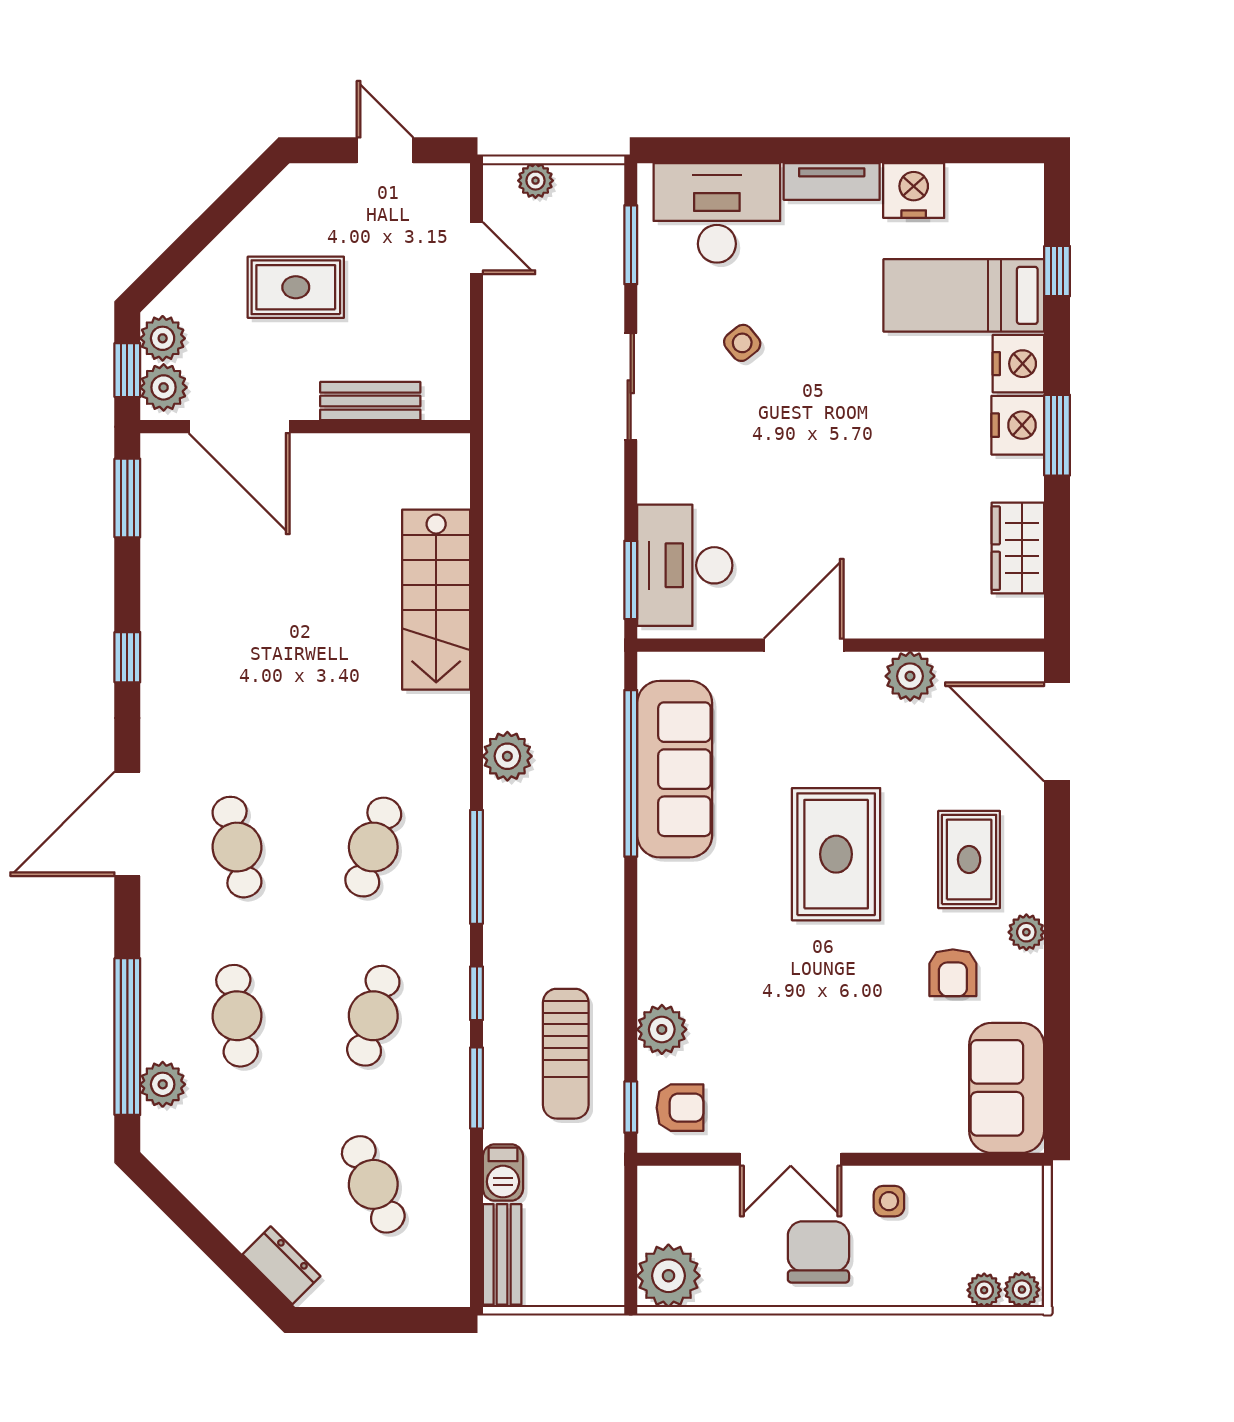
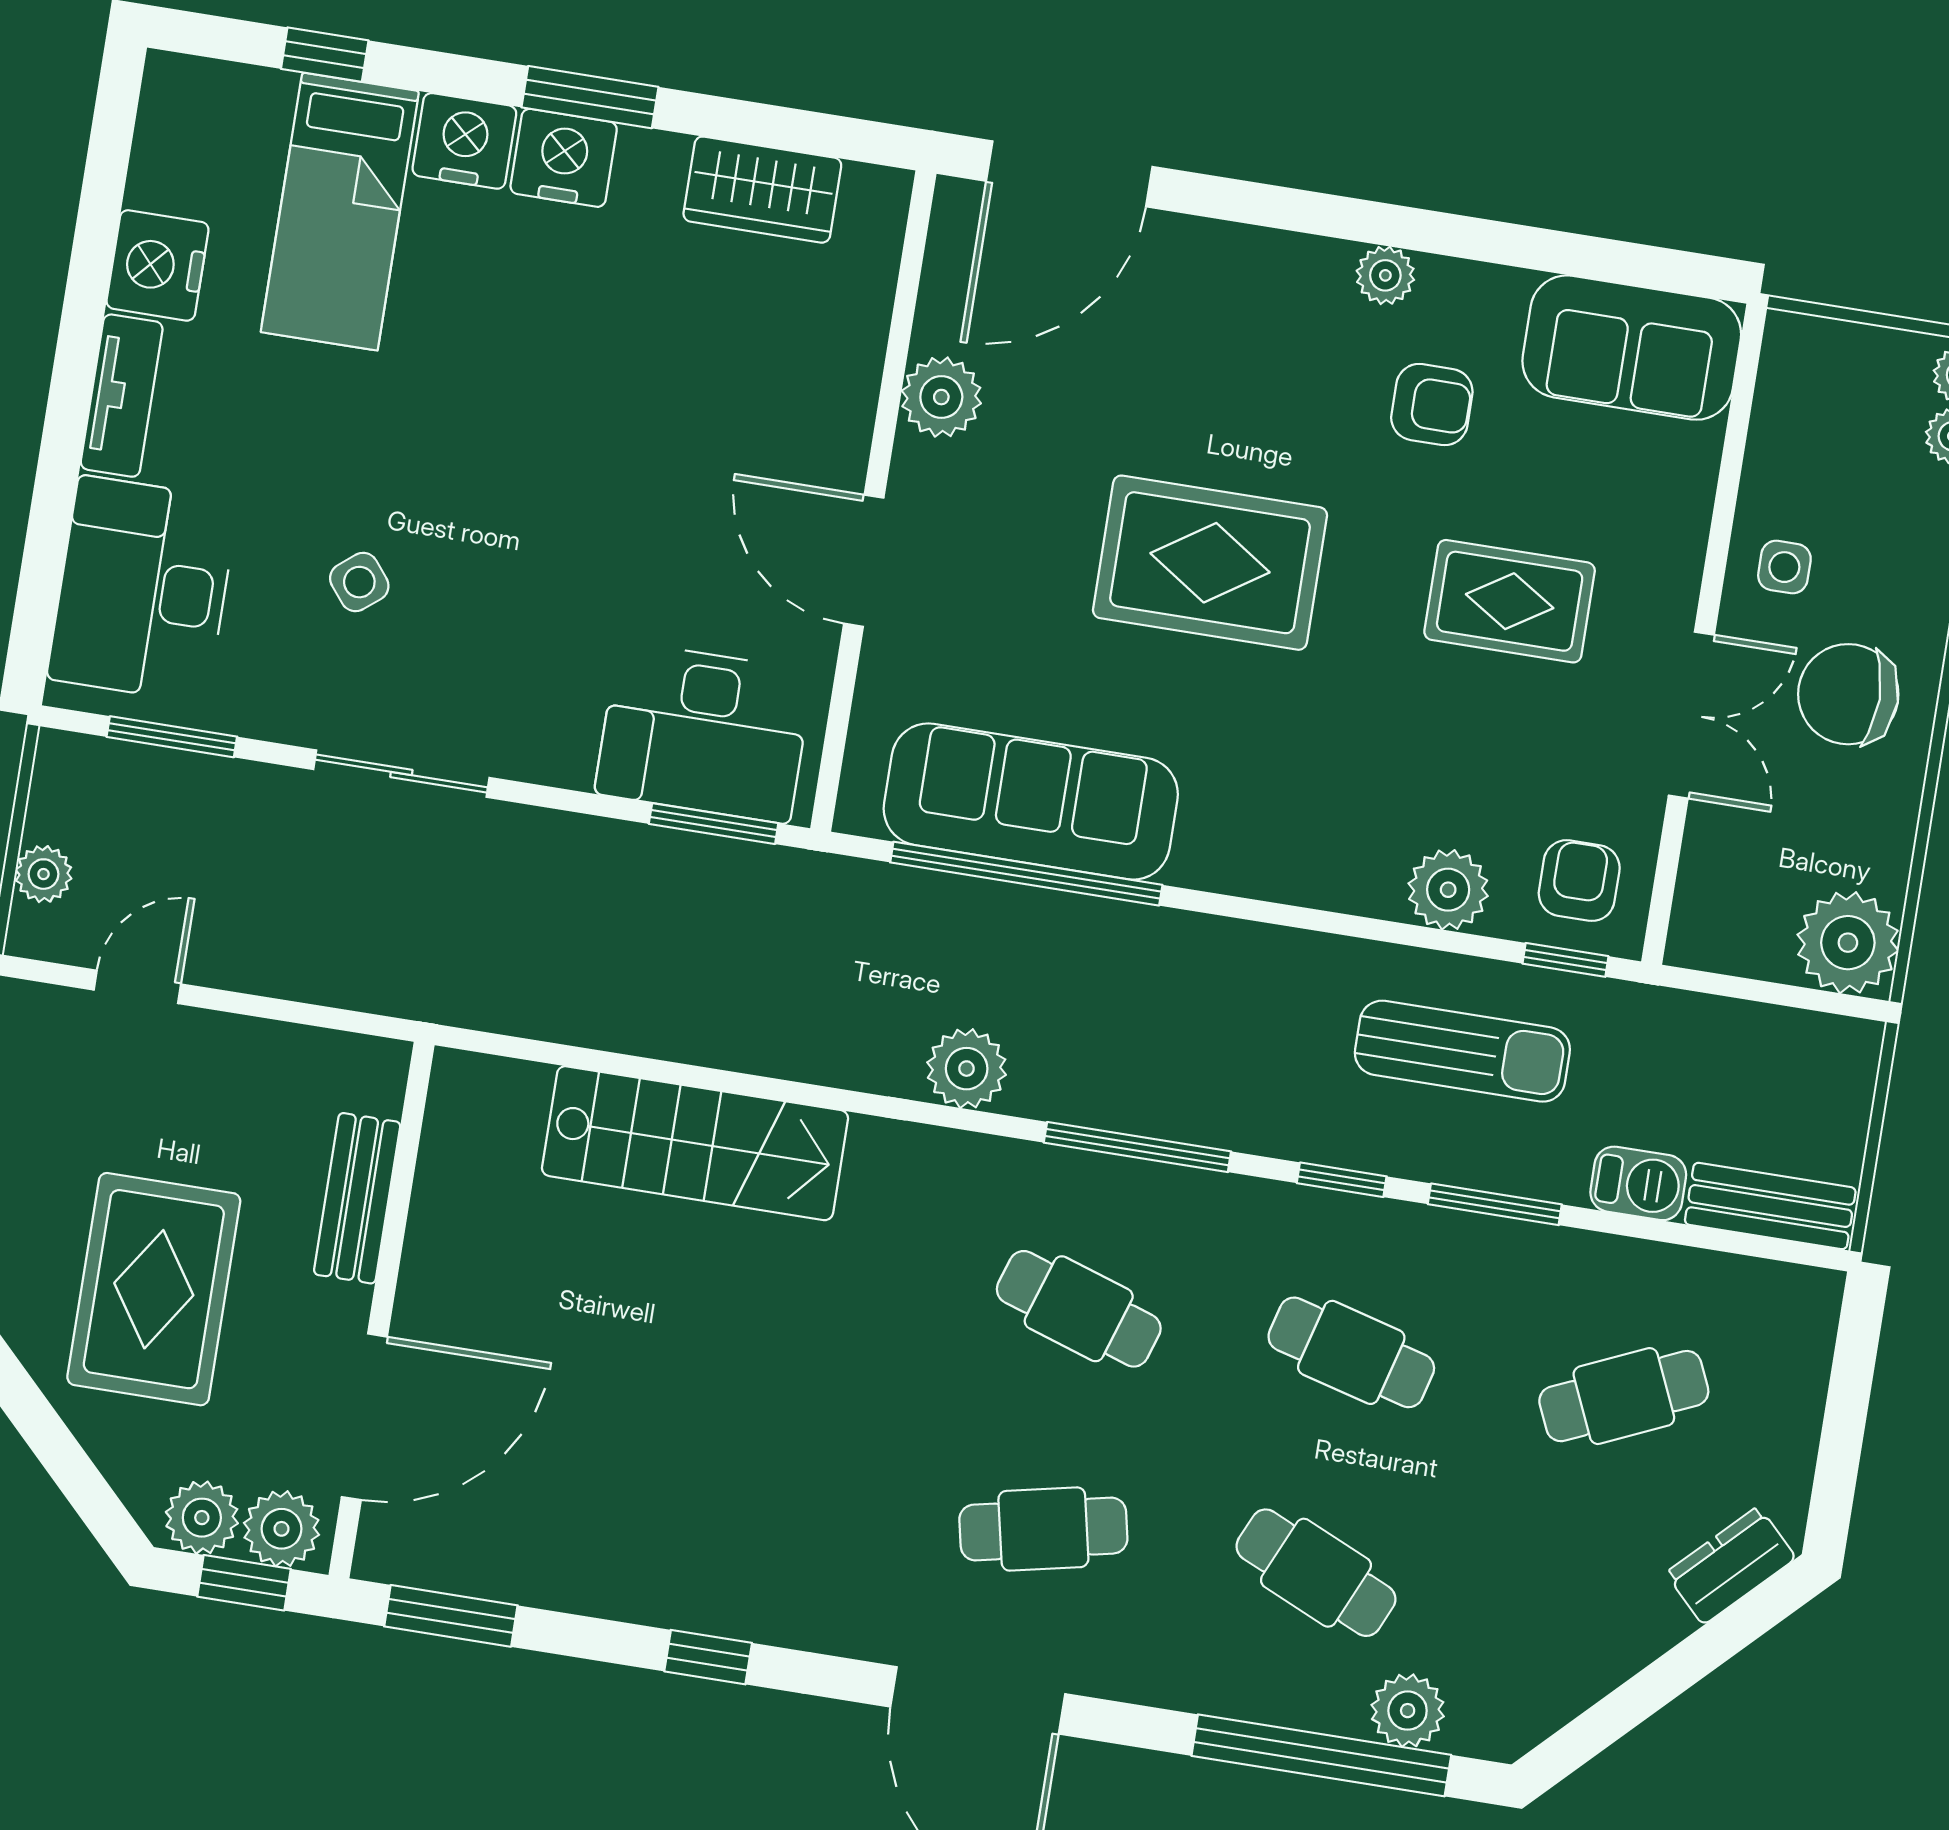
rug: (296, 287) -> (154, 1289), width x1.36, depth x1.43
rug: (969, 860) -> (1510, 601), moved
cafe table: (237, 1016) -> (1316, 1573), turned 30

